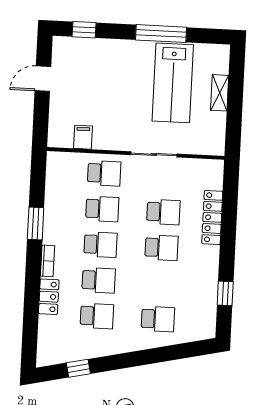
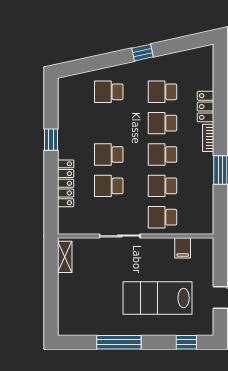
lab bench: (173, 83) -> (157, 298), moved, turned -90
shelving: (220, 93) -> (65, 257), moved
window: (225, 293) -> (51, 140), moved
window: (78, 368) -> (143, 53), moved

